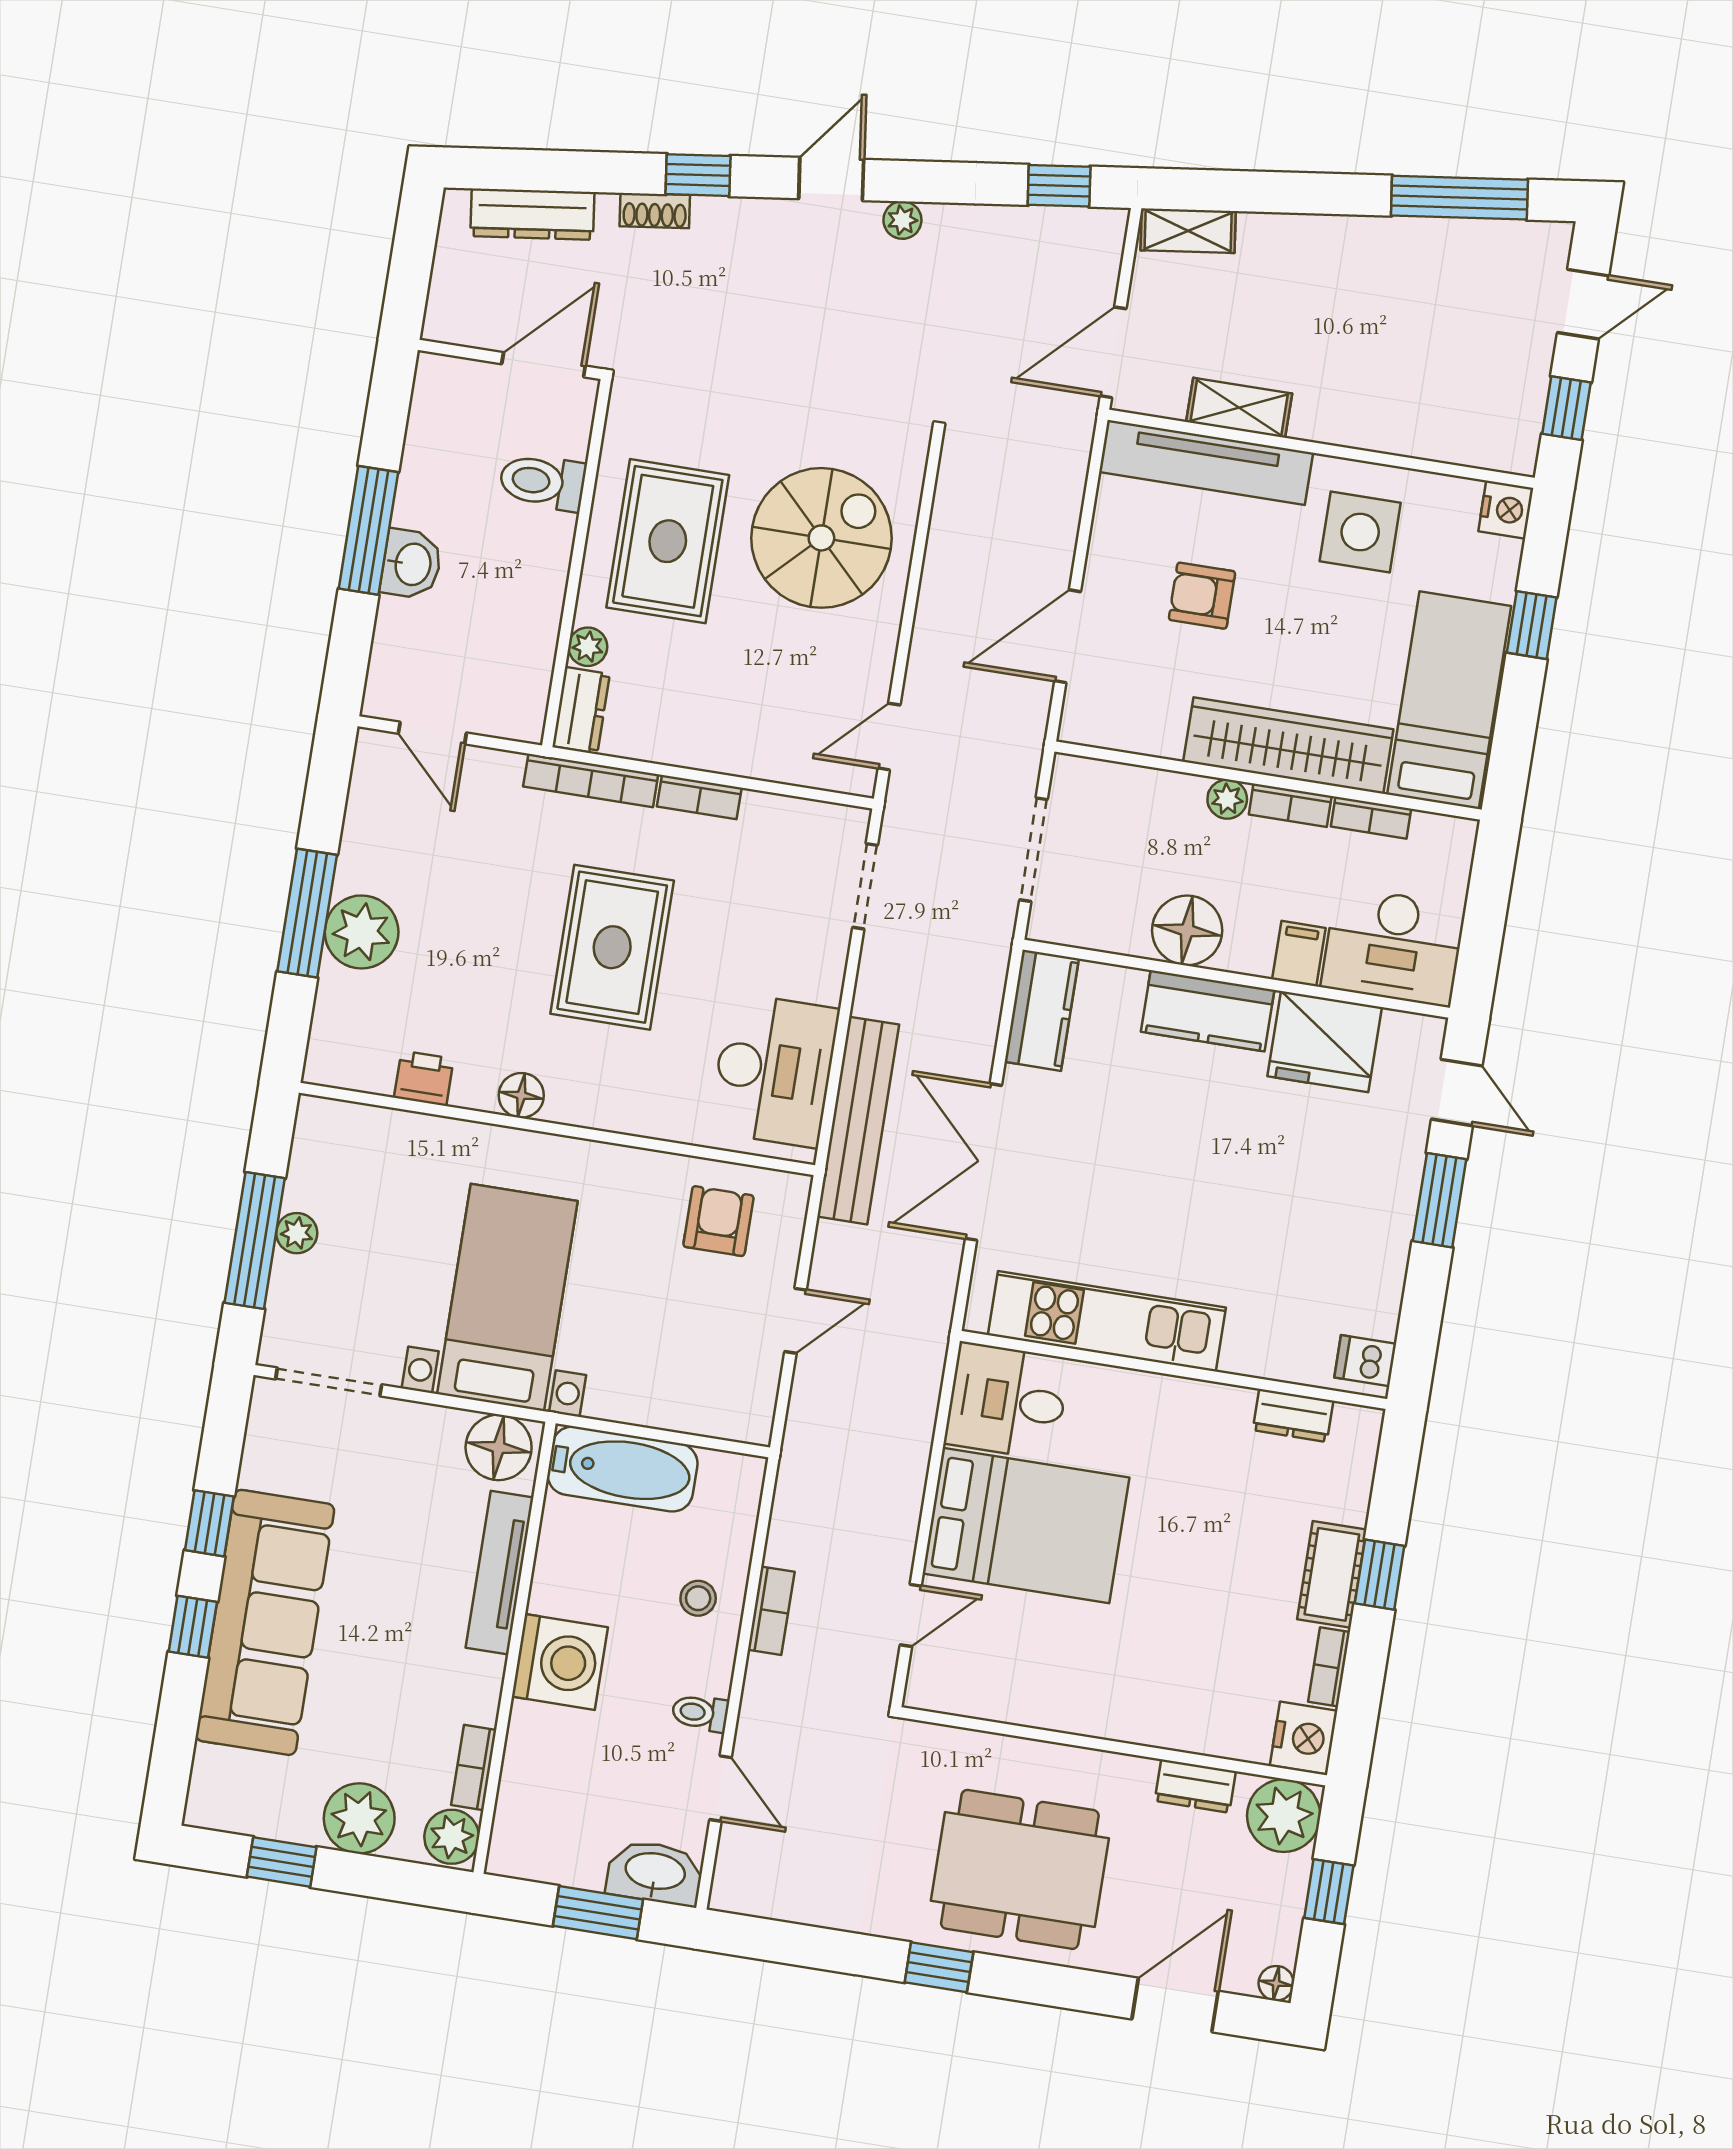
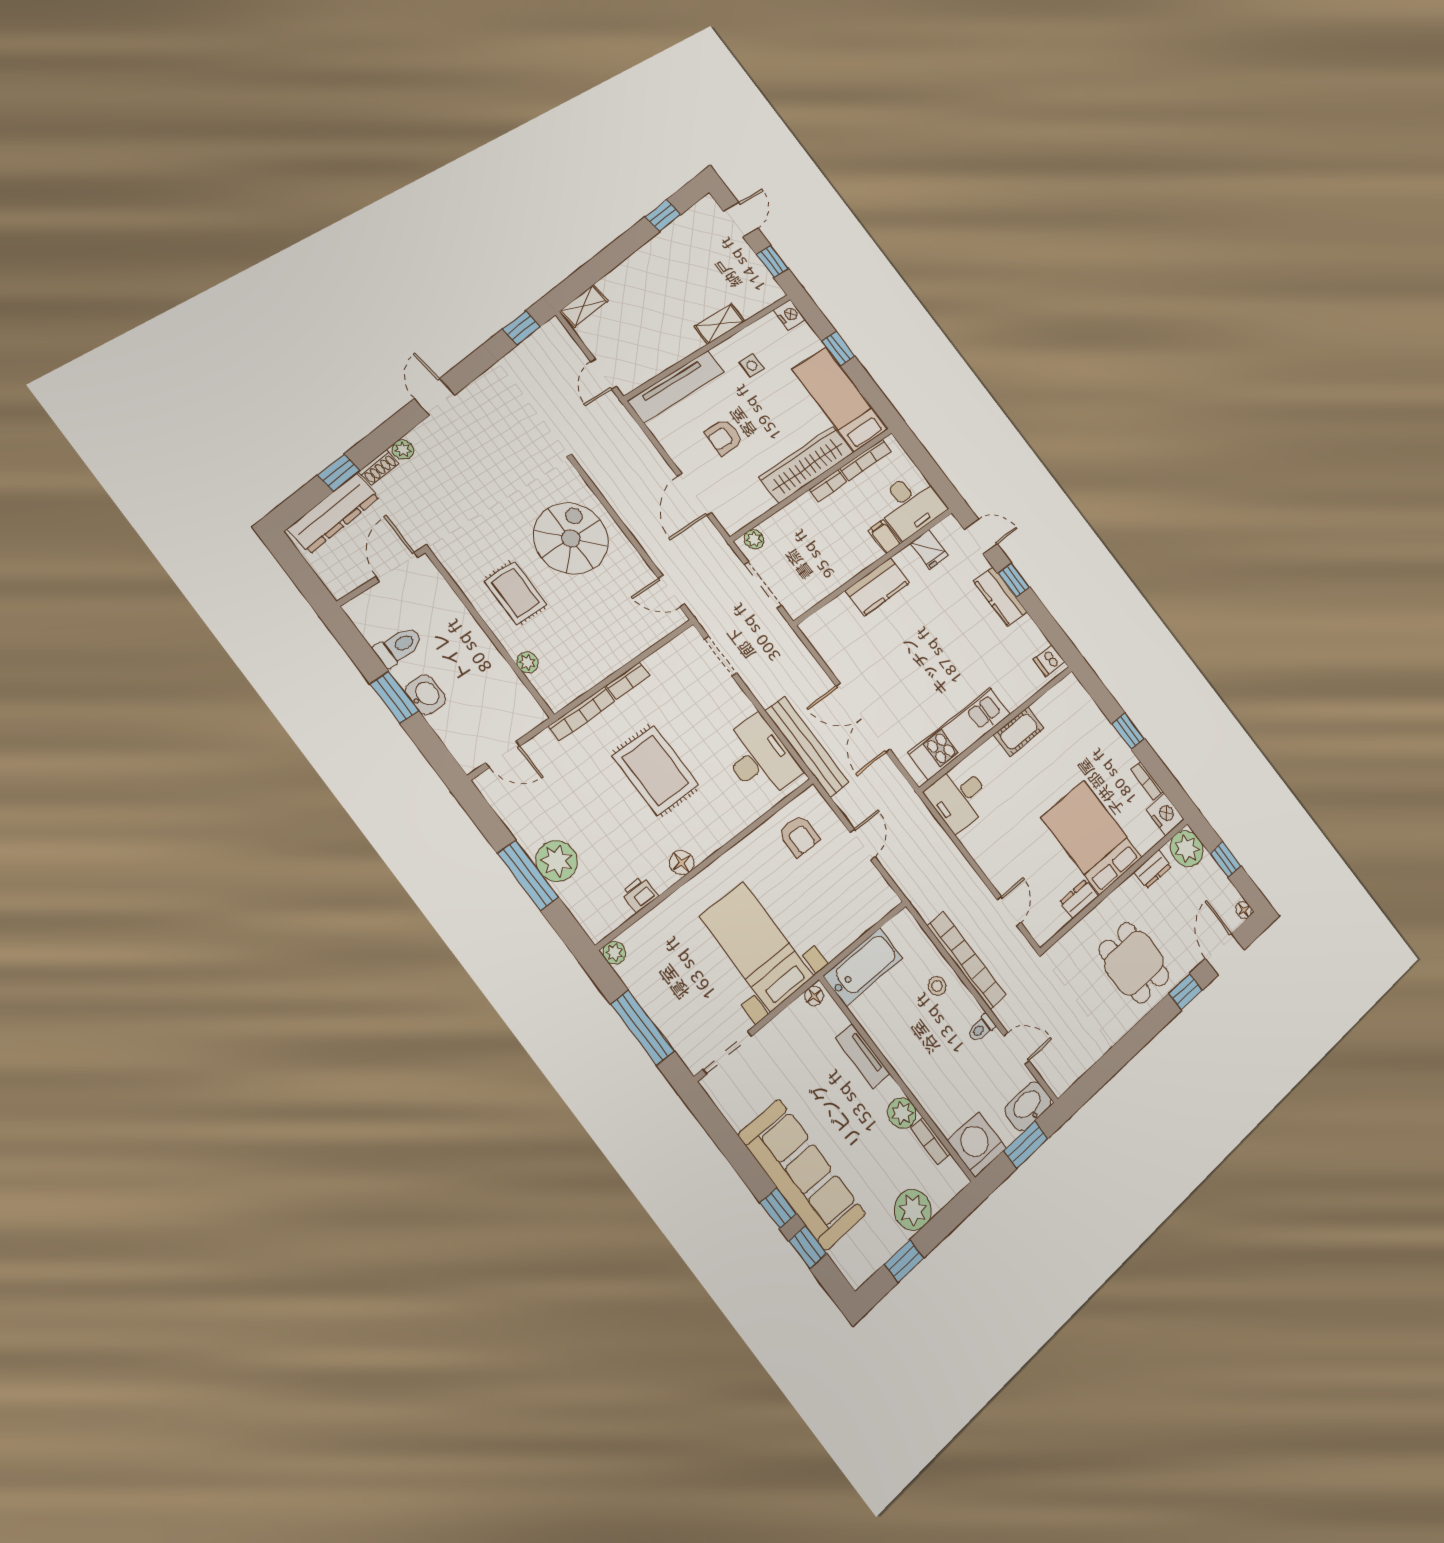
window: (698, 175) -> (339, 473), moved
window: (1459, 198) -> (663, 216), width x0.46
dresser: (532, 214) -> (333, 513), width x1.37, depth x1.24
plant: (902, 220) -> (403, 450), moved
door: (1113, 352) -> (603, 374), width x0.73
shelving: (1239, 408) -> (719, 324), moved
toilet: (542, 482) -> (399, 646), moved, turned 180
window: (368, 530) -> (394, 697), width x0.69
side table: (1360, 532) -> (752, 365), width x0.54, depth x0.54
rug: (668, 541) -> (516, 593), width x0.73, depth x0.70
dresser: (581, 710) -> (550, 690), removed
door: (889, 737) -> (671, 591), hinge flipped
plant: (1227, 799) -> (754, 539), moved
bookcase: (1371, 818) -> (866, 460), width x1.56
floor lamp: (1187, 930) -> (842, 564), removed
kitchen counter: (1042, 1010) -> (1000, 597), moved, turned 180
fridge: (1325, 1042) -> (929, 550), width x0.53, depth x0.75
window: (1440, 1200) -> (1014, 580), width x0.67
armchair: (718, 1221) -> (799, 836), turned 180
plant: (297, 1233) -> (614, 953), moved
dresser: (1293, 1415) -> (1079, 899), moved, turned 180
floor lamp: (499, 1447) -> (814, 996), width x0.53, depth x0.53
window: (209, 1523) -> (808, 1247), moved
bed: (1026, 1526) -> (1092, 837), moved, turned -90
tv unit: (500, 1573) -> (863, 1056), width x0.71
cot: (1332, 1574) -> (1019, 732), moved, turned 90
bookcase: (771, 1611) -> (967, 961), width x2.31, depth x1.31
washing machine: (560, 1662) -> (977, 1144), moved, turned -90
plant: (452, 1837) -> (902, 1113), moved
dining table: (1020, 1869) -> (1134, 963), width x0.73
window: (939, 1967) -> (1185, 992), moved

